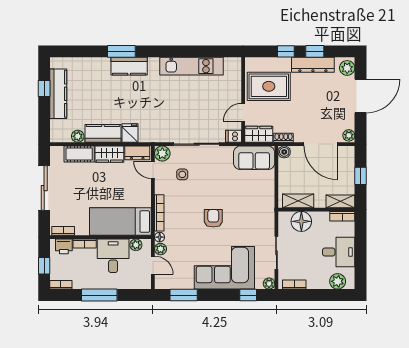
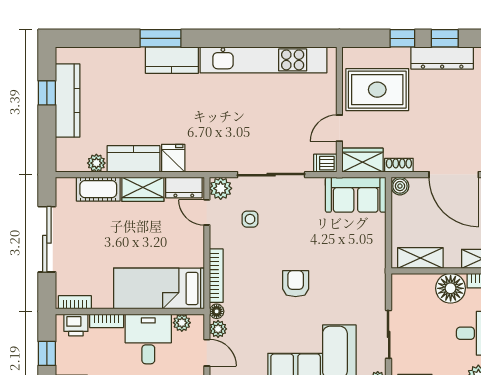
kitchen unit: (191, 66) -> (263, 60), width x1.36
floor lamp: (301, 221) -> (451, 288), moved

